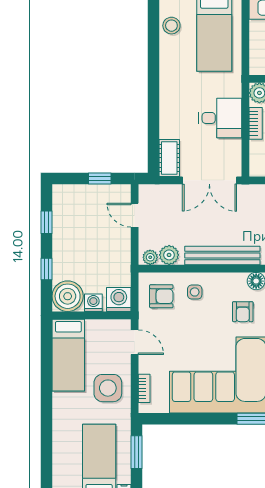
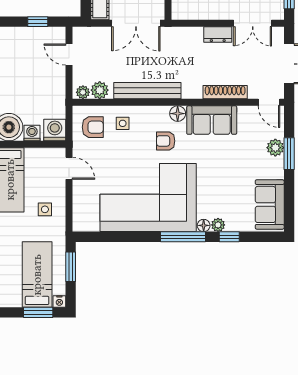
armchair: (243, 312) -> (166, 141), turned 90
side table: (108, 388) -> (45, 209), width x0.54, depth x0.54
bookcase: (144, 388) -> (77, 210), removed

